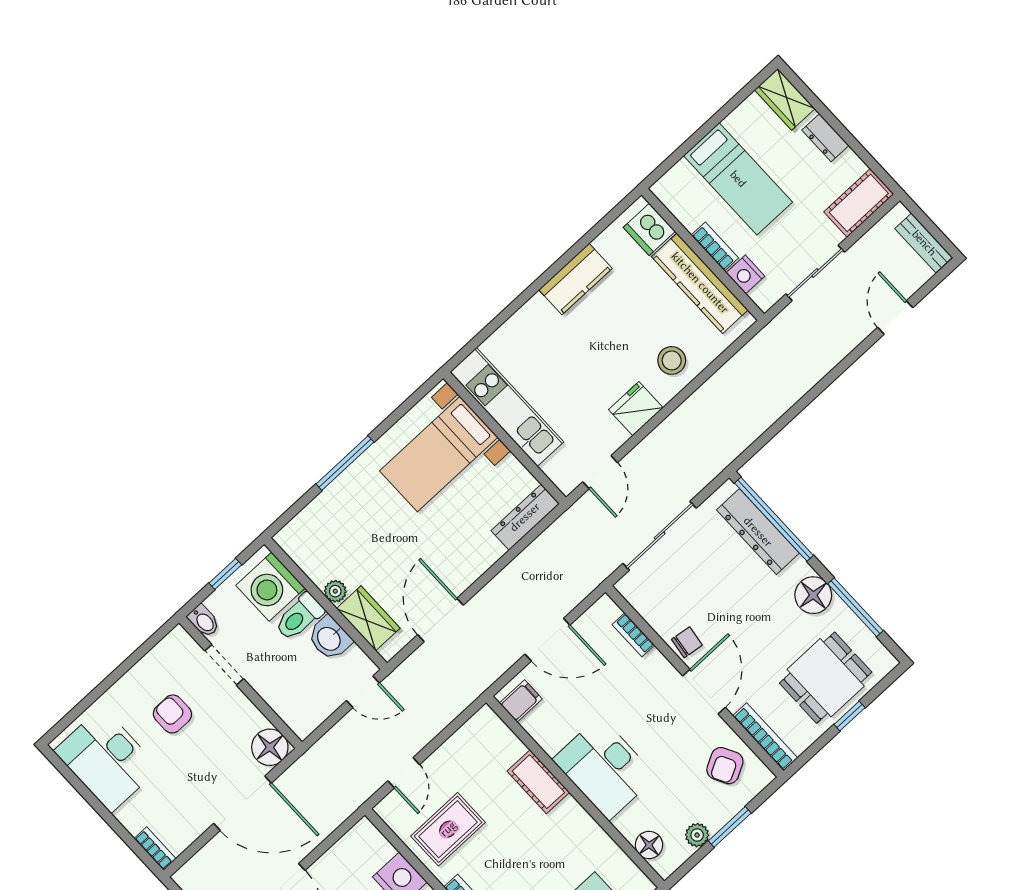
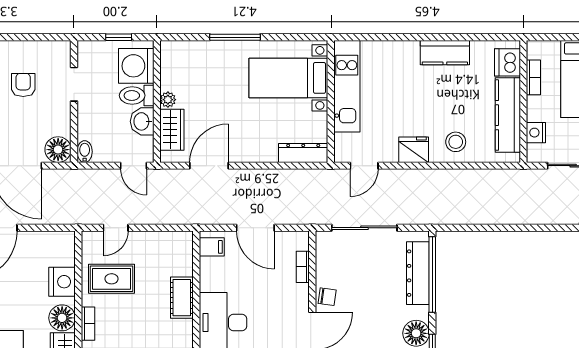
bookcase: (715, 247) -> (533, 77), moved
bidet: (204, 621) -> (85, 152), moved, turned 180

